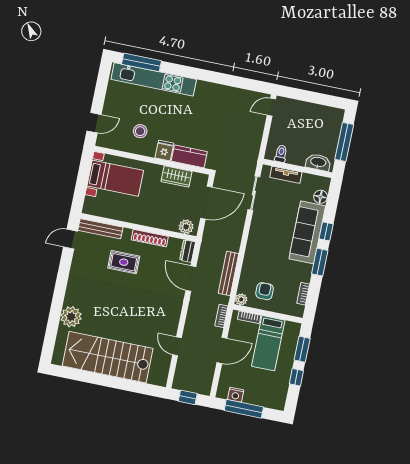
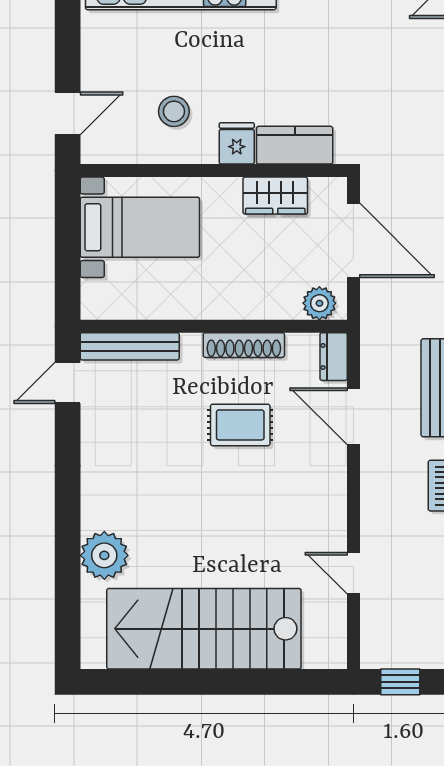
door: (206, 203) -> (353, 240), hinge flipped
rug: (124, 262) -> (240, 425), moved

